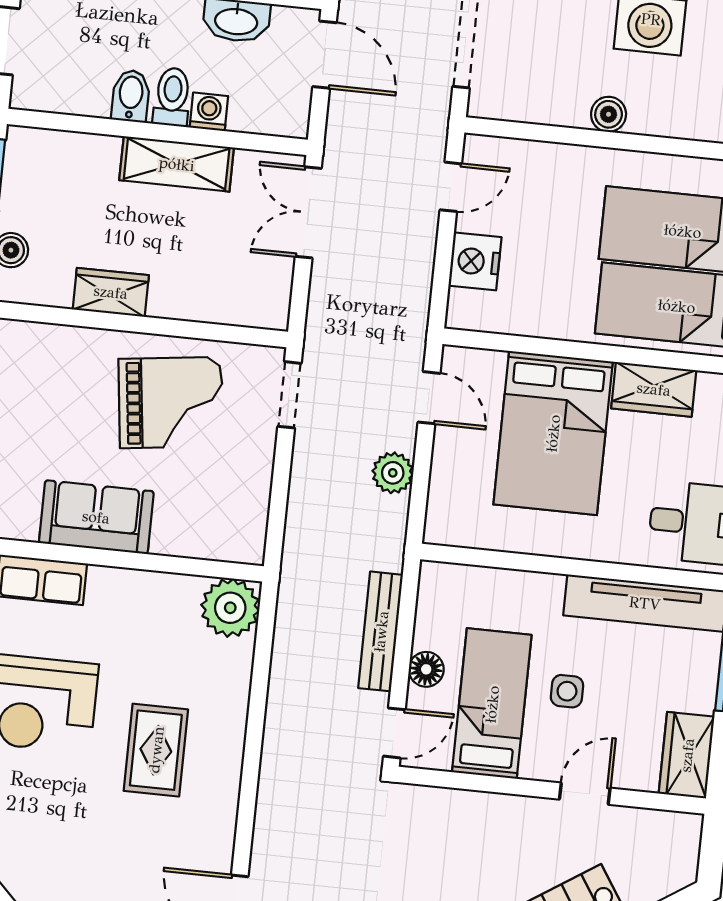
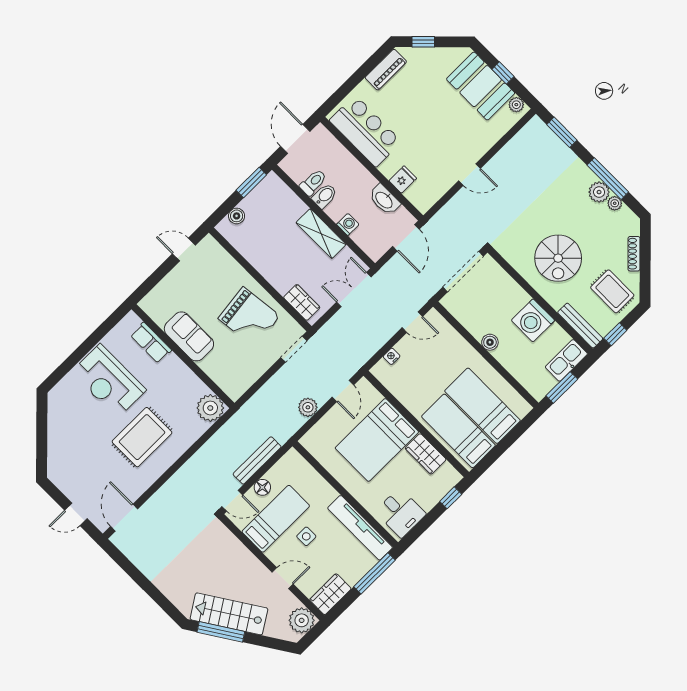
toilet: (172, 97) -> (313, 182), moved
nightstand: (475, 261) -> (392, 356), width x0.53, depth x0.56
wardrobe: (111, 292) -> (302, 302), moved
rug: (156, 750) -> (142, 437), width x1.36, depth x1.43
plant: (674, 838) -> (302, 620), added

